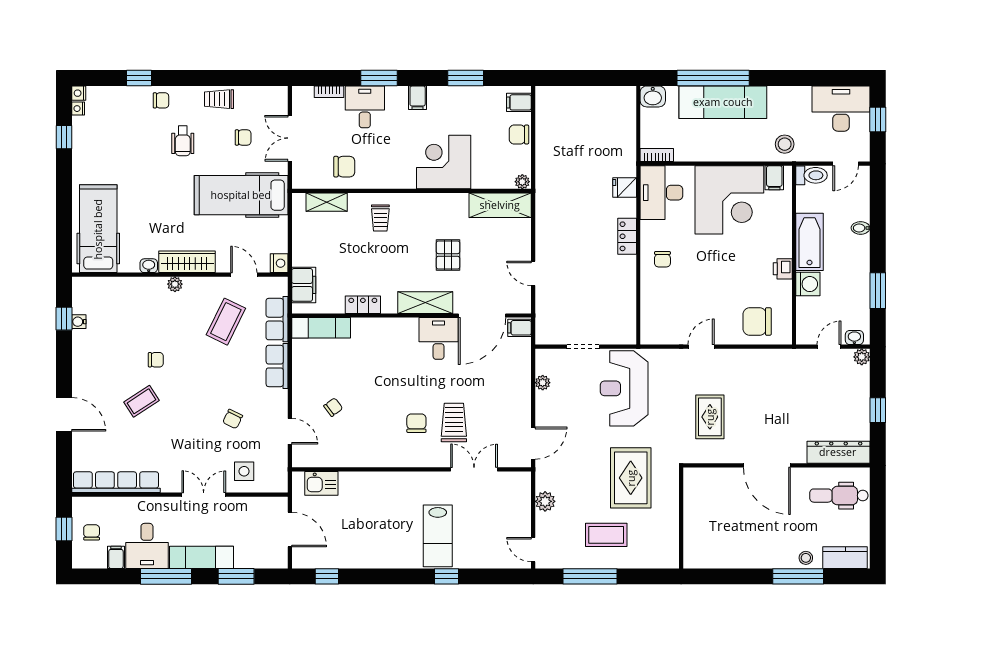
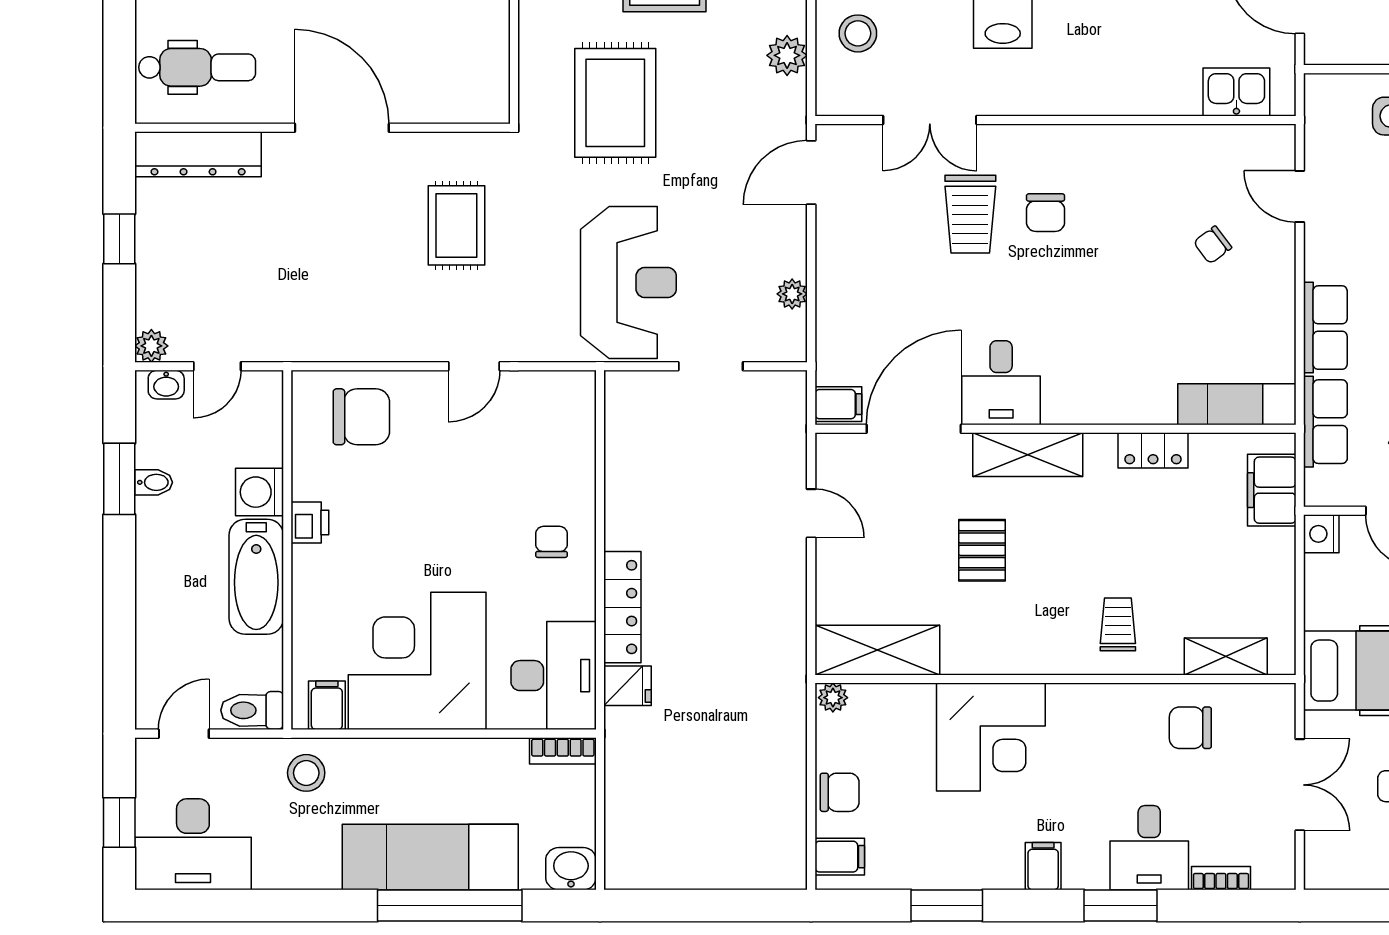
bidet: (861, 228) -> (154, 482), moved
locker: (627, 236) -> (622, 607), width x1.53
stool: (510, 512) -> (858, 33), added

